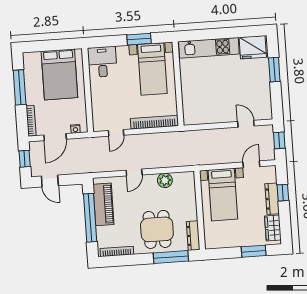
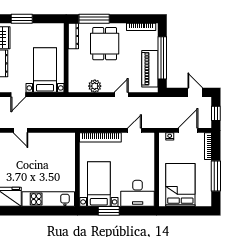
desk: (102, 62) -> (138, 193), width x1.37

